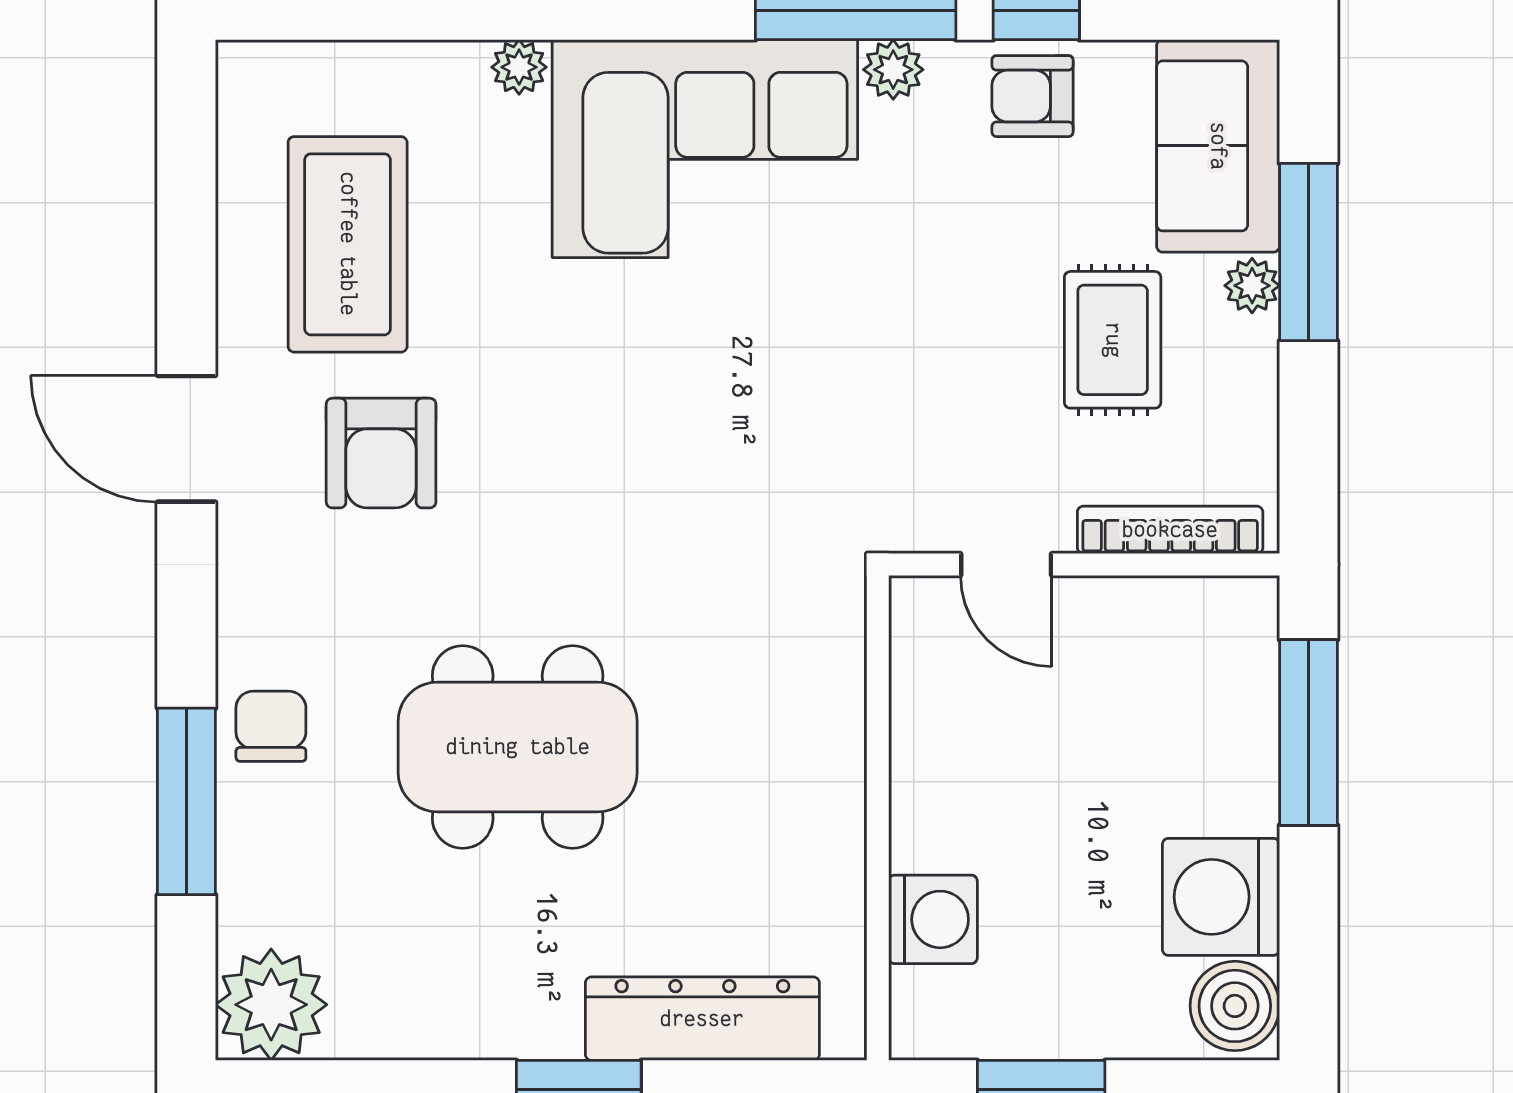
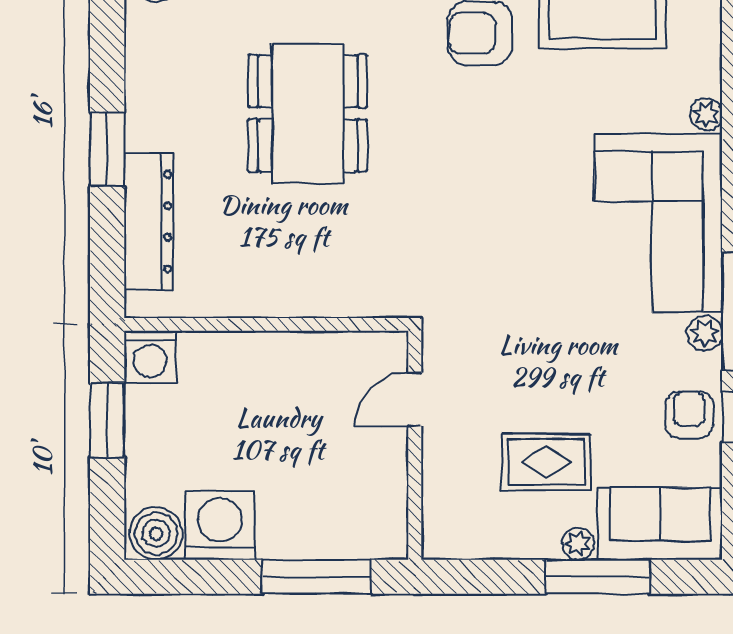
bookcase: (1170, 530) -> (435, 496), removed
washing machine: (933, 919) -> (150, 357), moved

